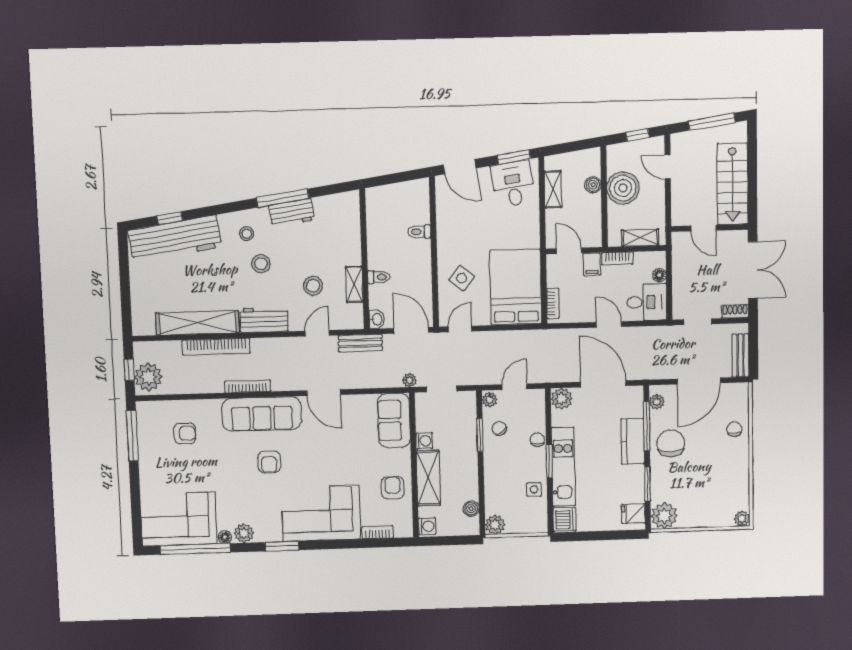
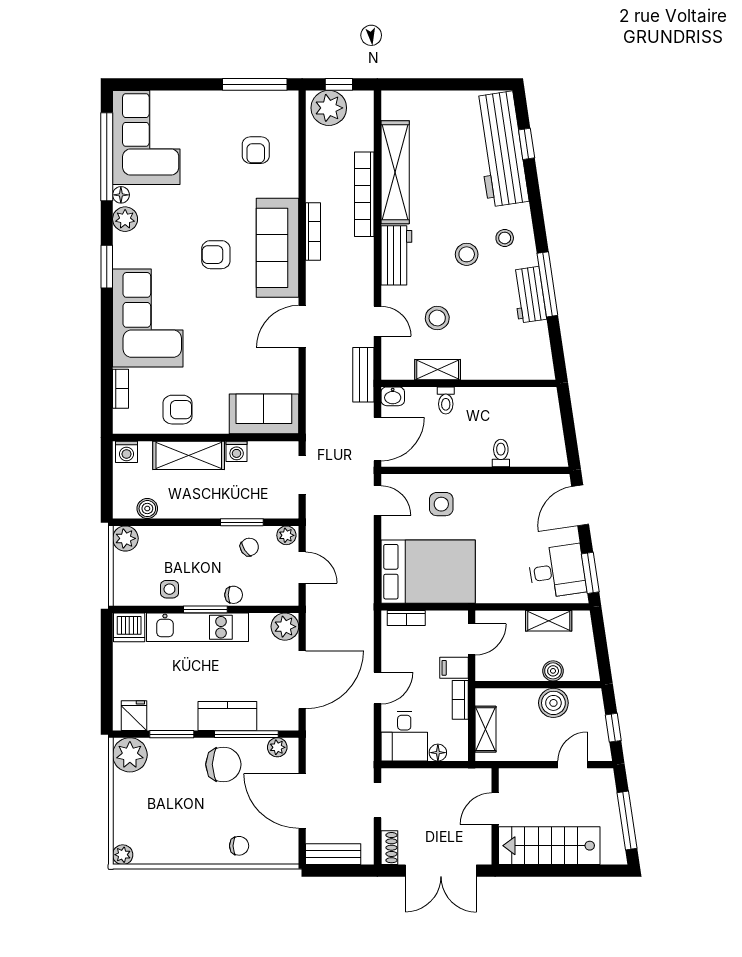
boiler: (623, 188) -> (553, 703), width x0.73, depth x0.73
side table: (462, 278) -> (441, 504), turned -38
plant: (409, 380) -> (314, 435), removed

